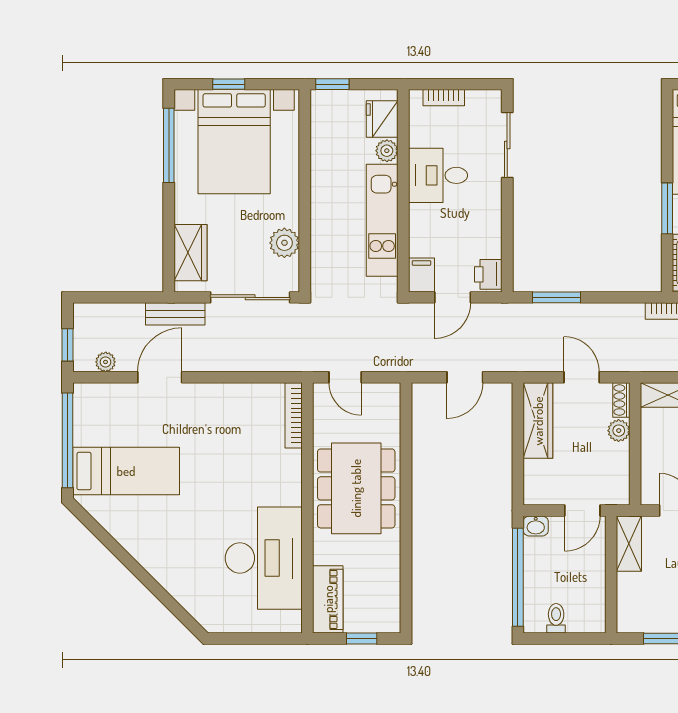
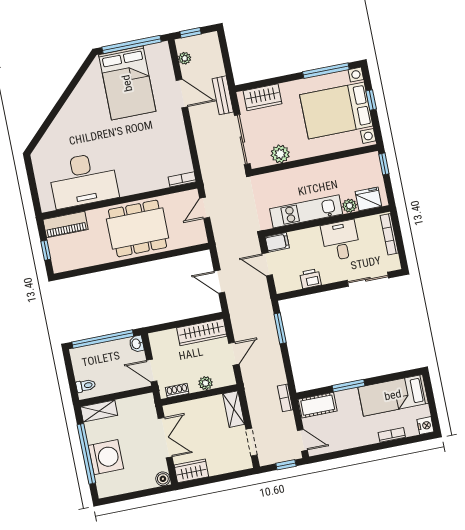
bookcase: (444, 98) -> (389, 234), width x1.56
printer: (488, 274) -> (310, 279), moved
shoe rack: (621, 400) -> (177, 391), moved
bookcase: (294, 415) -> (182, 179), width x0.64
bed: (126, 471) -> (127, 83), width x1.50
shelving: (629, 544) -> (99, 411), moved
toilet: (556, 618) -> (86, 386), moved

